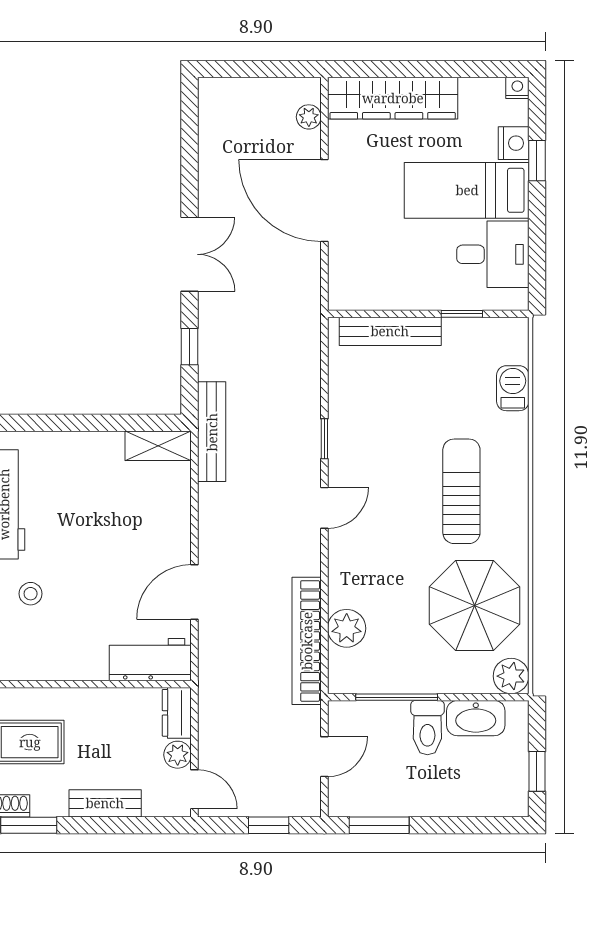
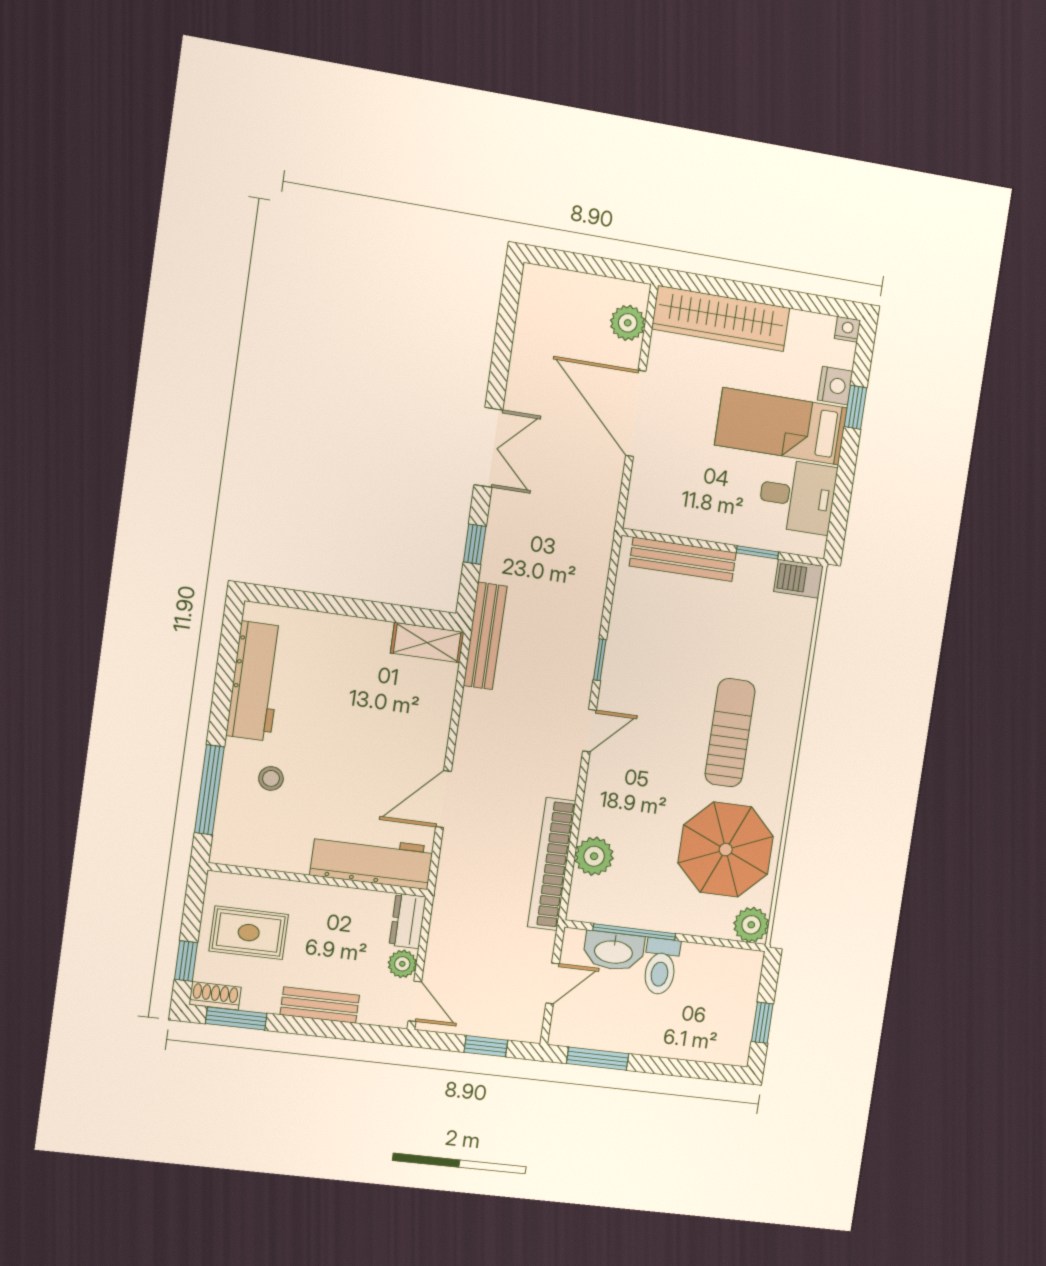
plant: (309, 117) -> (628, 323), width x1.38, depth x1.38
barbecue: (513, 388) -> (799, 579), moved, turned -90
workbench: (150, 660) -> (372, 861), width x1.38
washbasin: (476, 718) -> (614, 951), moved

